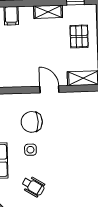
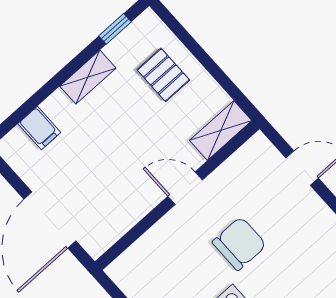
chair: (32, 122) -> (239, 244), moved, turned 180

